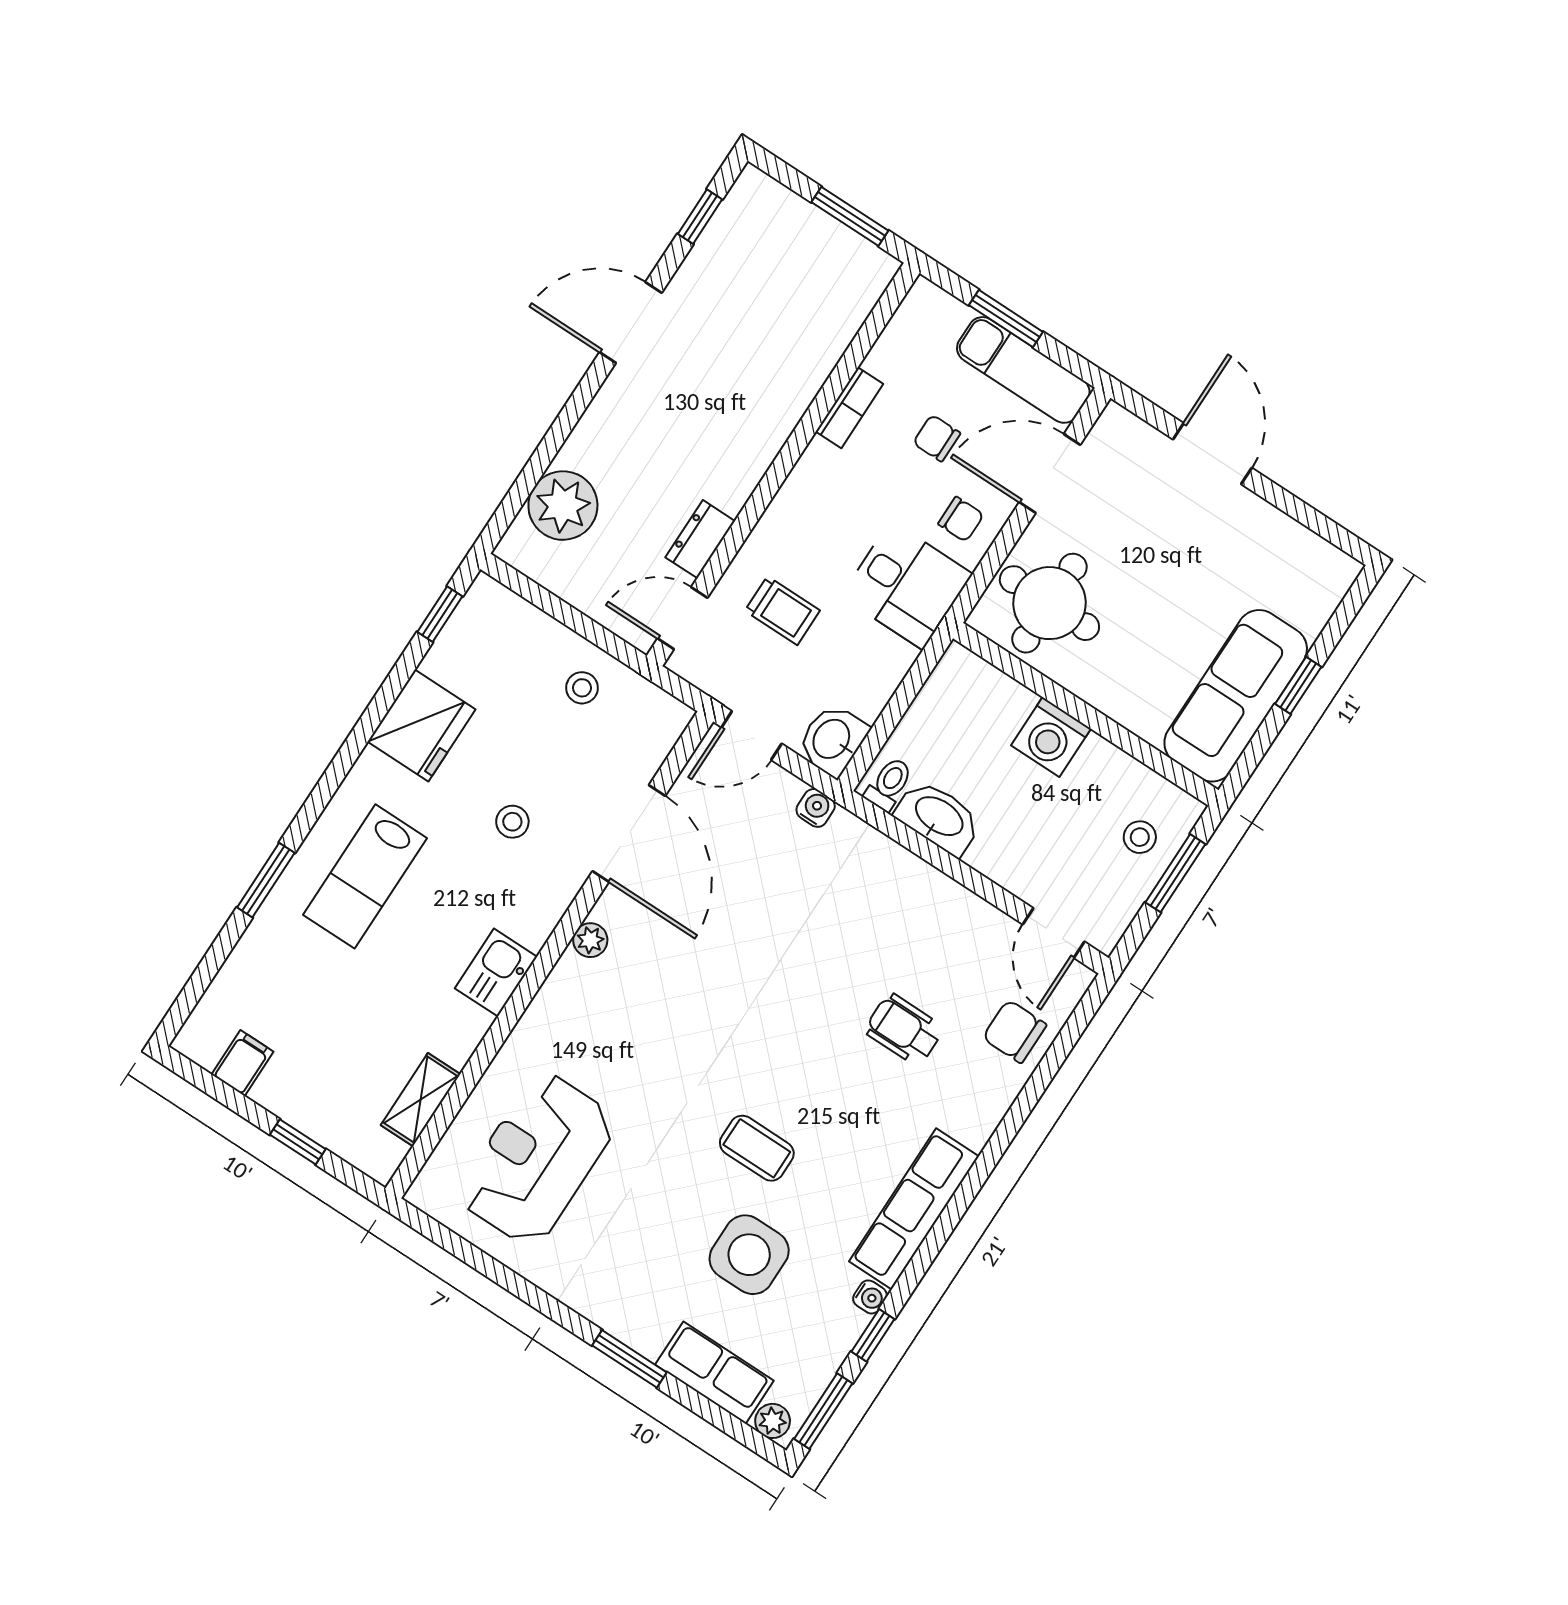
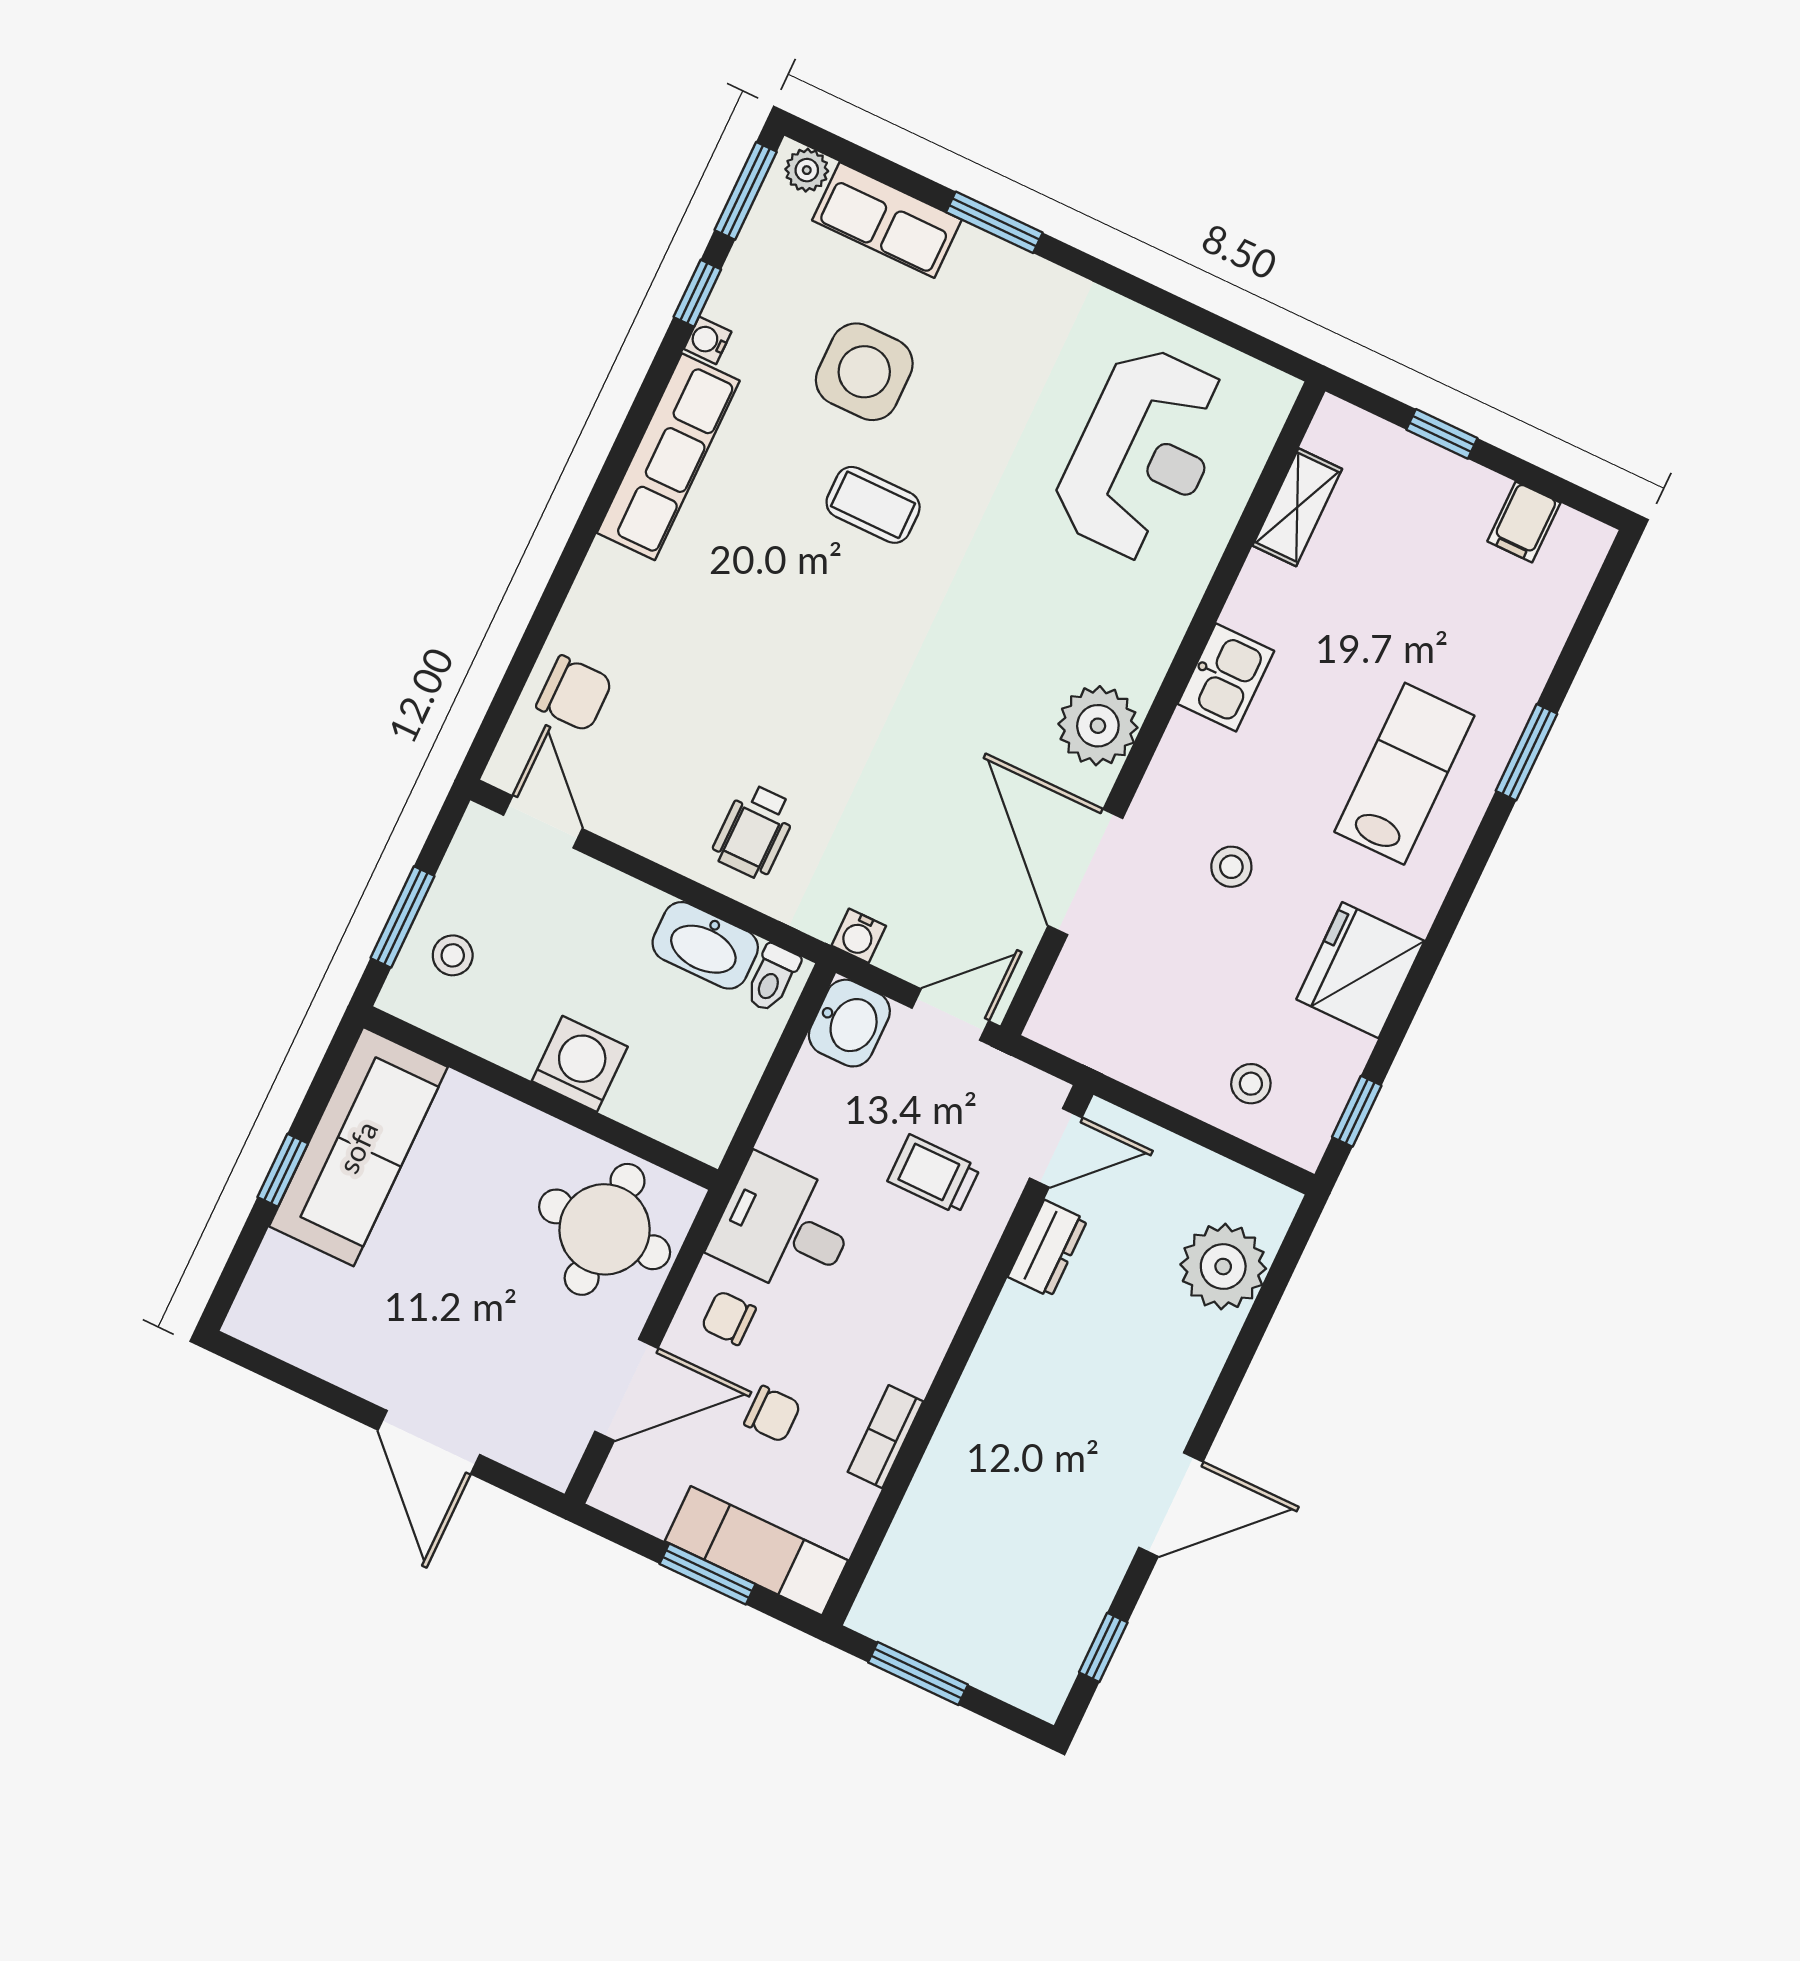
exam couch: (1023, 370) -> (756, 1551), moved
stool: (582, 688) -> (1251, 1084), moved
plant: (590, 940) -> (1098, 726), width x1.87, depth x1.87
wheelchair: (904, 1029) -> (754, 831), moved, turned 90

